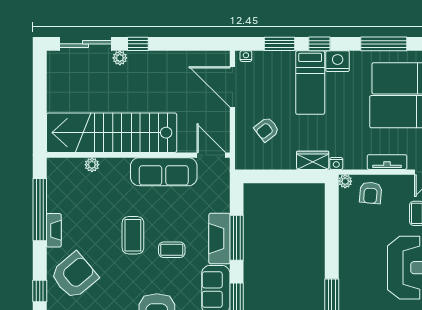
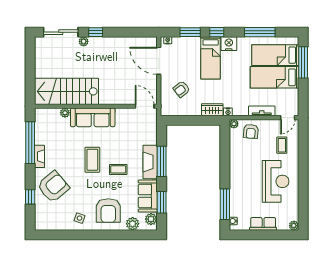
stairs: (112, 133) -> (67, 91), width x0.73
sofa: (164, 172) -> (93, 117), moved

